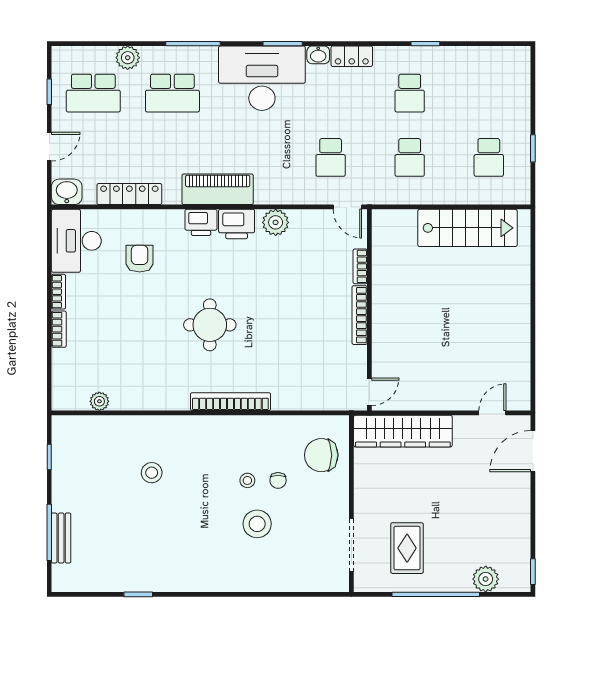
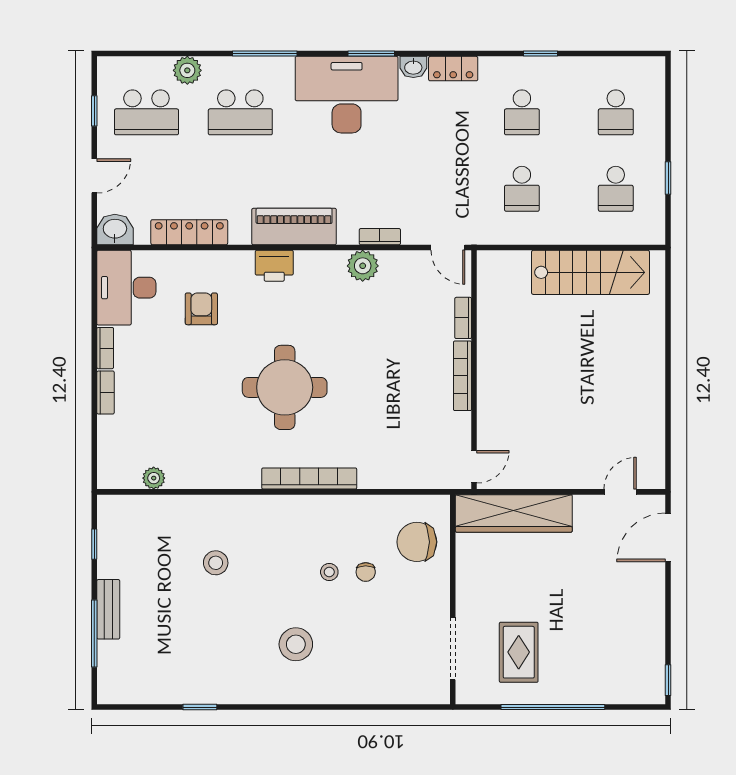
school desk: (331, 157) -> (616, 112), moved
bookcase: (290, 198) -> (380, 237), added
printer: (237, 224) -> (316, 268), removed
round table: (210, 325) -> (285, 387), width x1.36, depth x1.36
stool: (257, 524) -> (296, 644), moved
bench: (61, 538) -> (108, 609), moved
plant: (486, 579) -> (612, 689), removed

